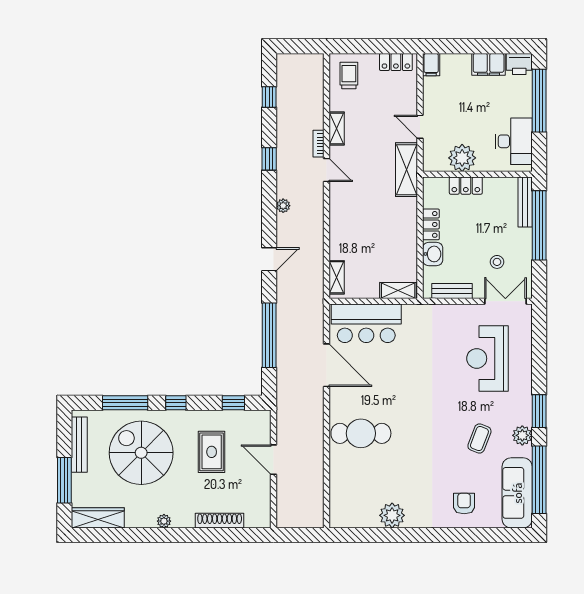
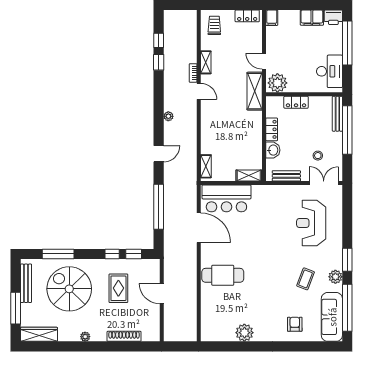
plant: (462, 158) -> (277, 83), moved
window: (269, 159) -> (159, 62), moved
window: (176, 403) -> (112, 254), moved

